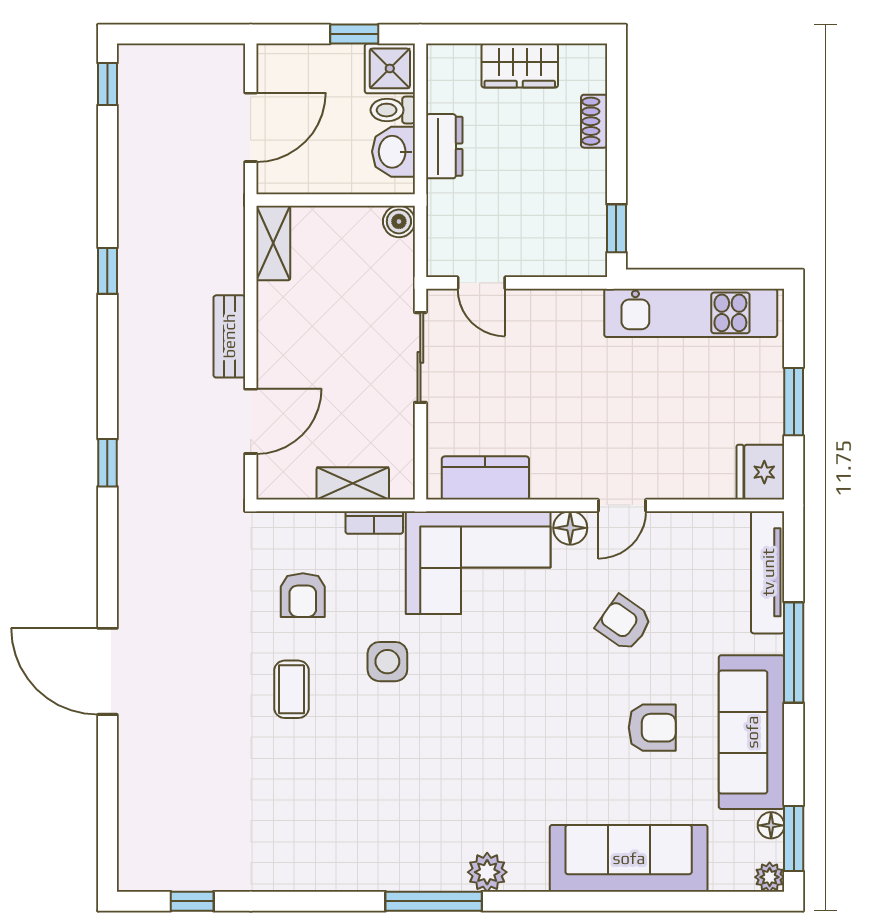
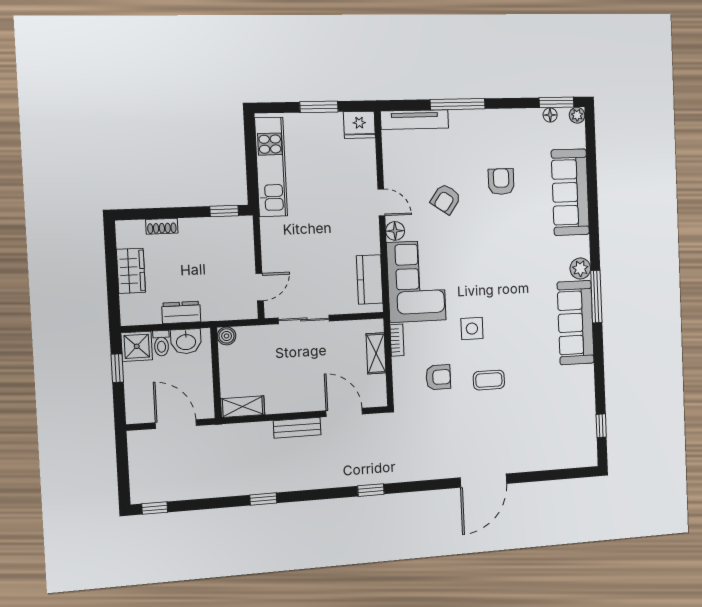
sofa: (752, 732) -> (576, 323), moved, turned 90

